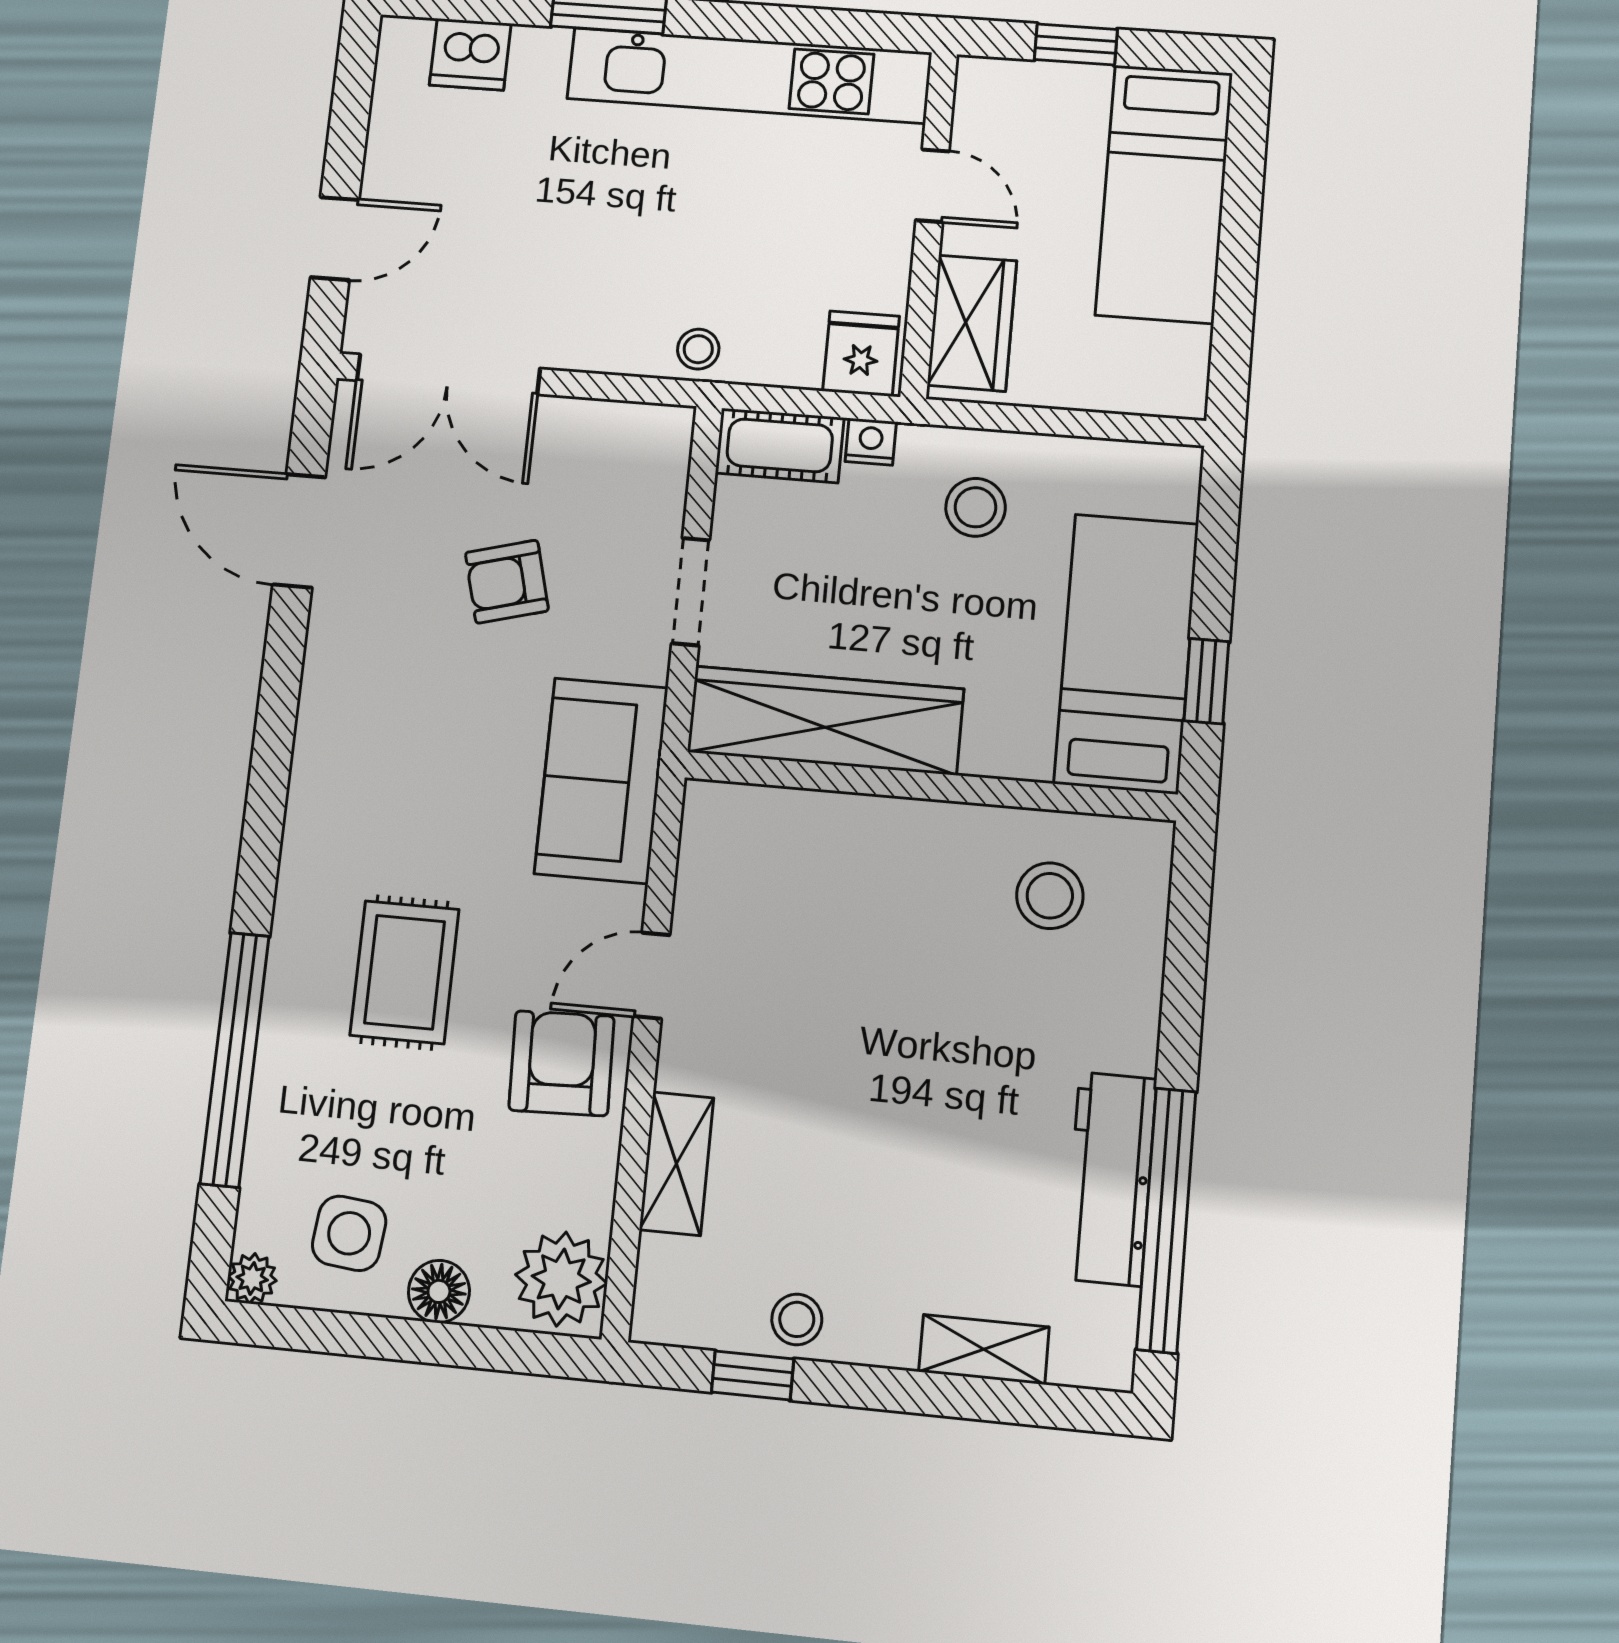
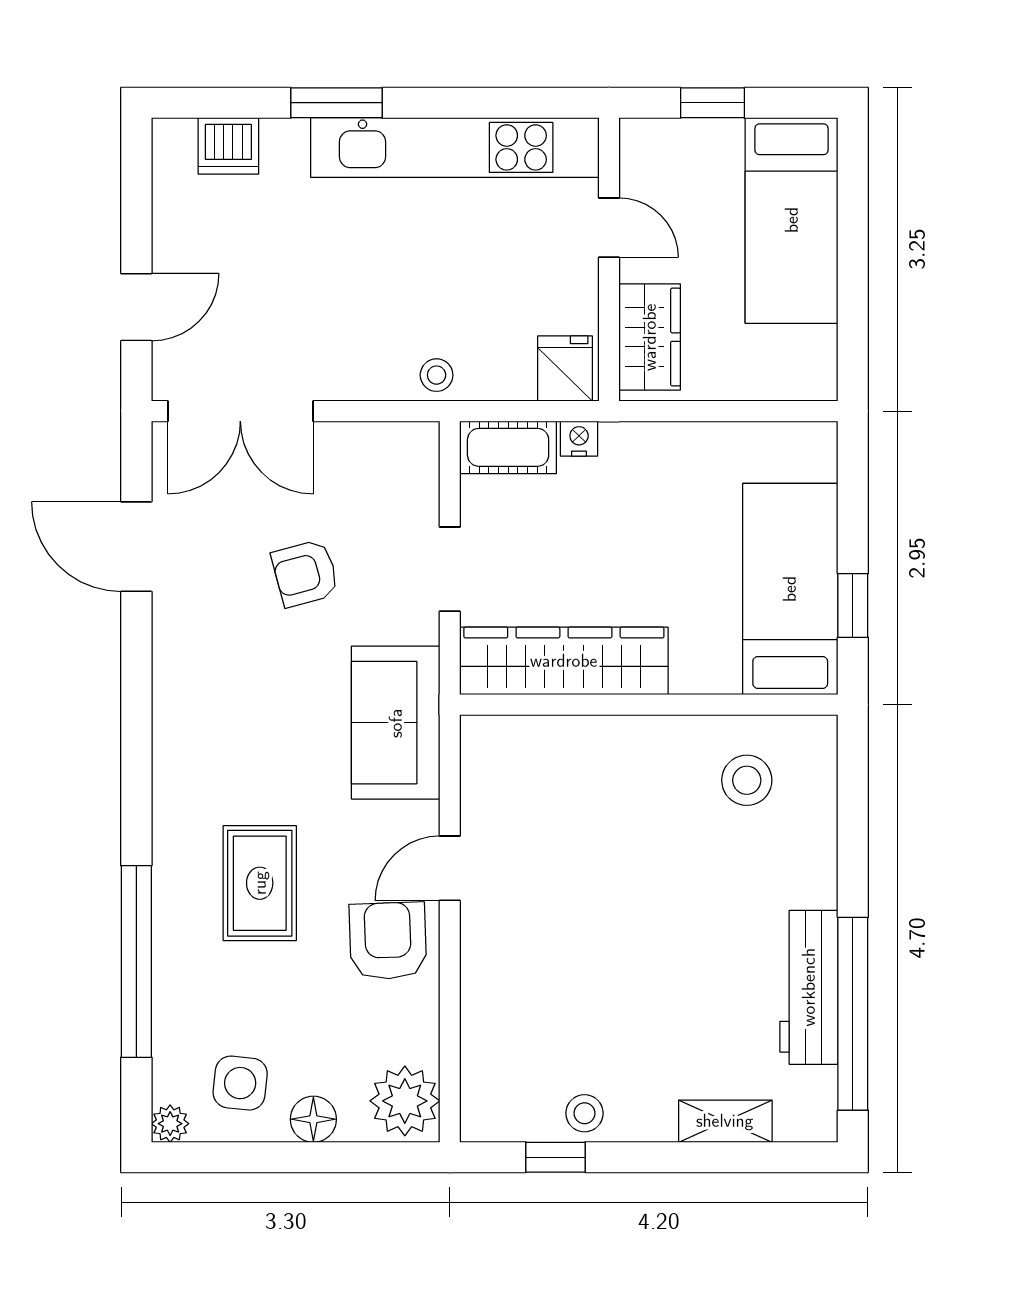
stool: (976, 507) -> (665, 484), removed
shelving: (676, 1164) -> (483, 1007), removed

